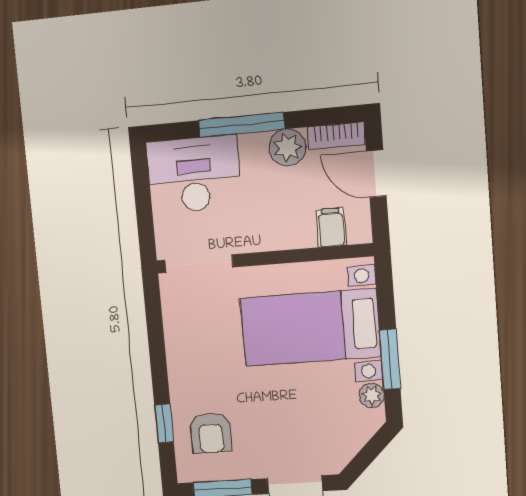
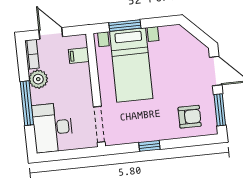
door: (376, 174) -> (51, 33), swing flipped
window: (390, 359) -> (125, 26), moved
plant: (372, 395) -> (166, 32), removed
window: (164, 423) -> (149, 146), moved

